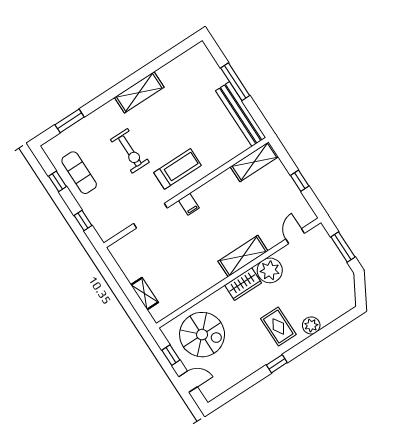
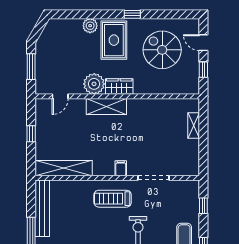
shelving: (254, 162) -> (64, 168), width x1.47
rug: (278, 326) -> (114, 40), width x1.36, depth x1.43
spiral stairs: (202, 335) -> (162, 50), moved

